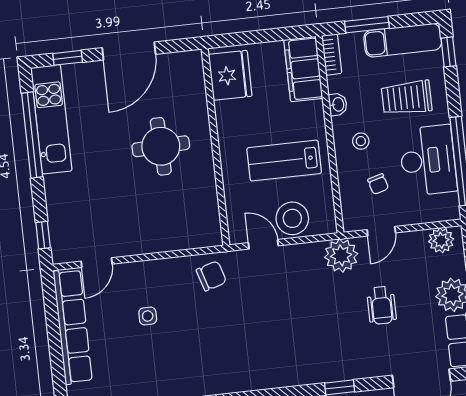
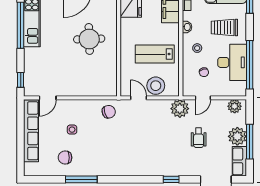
chair: (141, 369) -> (65, 158), added

